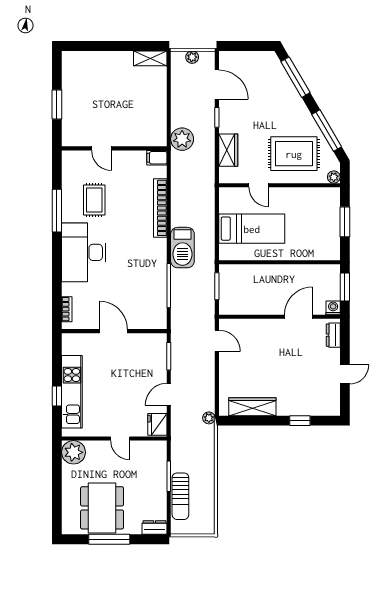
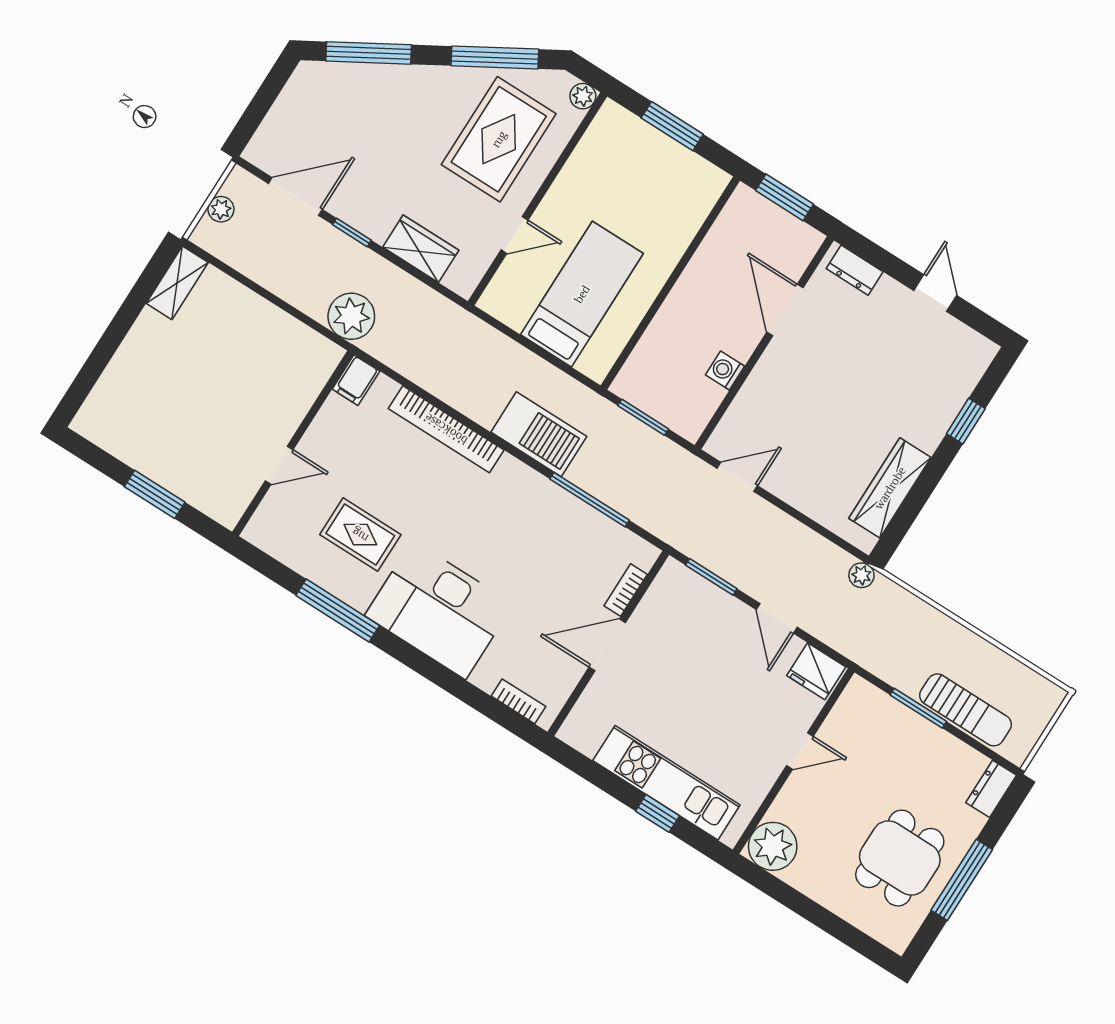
washing machine: (333, 308) -> (725, 371), moved
bookcase: (141, 324) -> (626, 590), added
dining table: (102, 508) -> (900, 858), width x0.73

